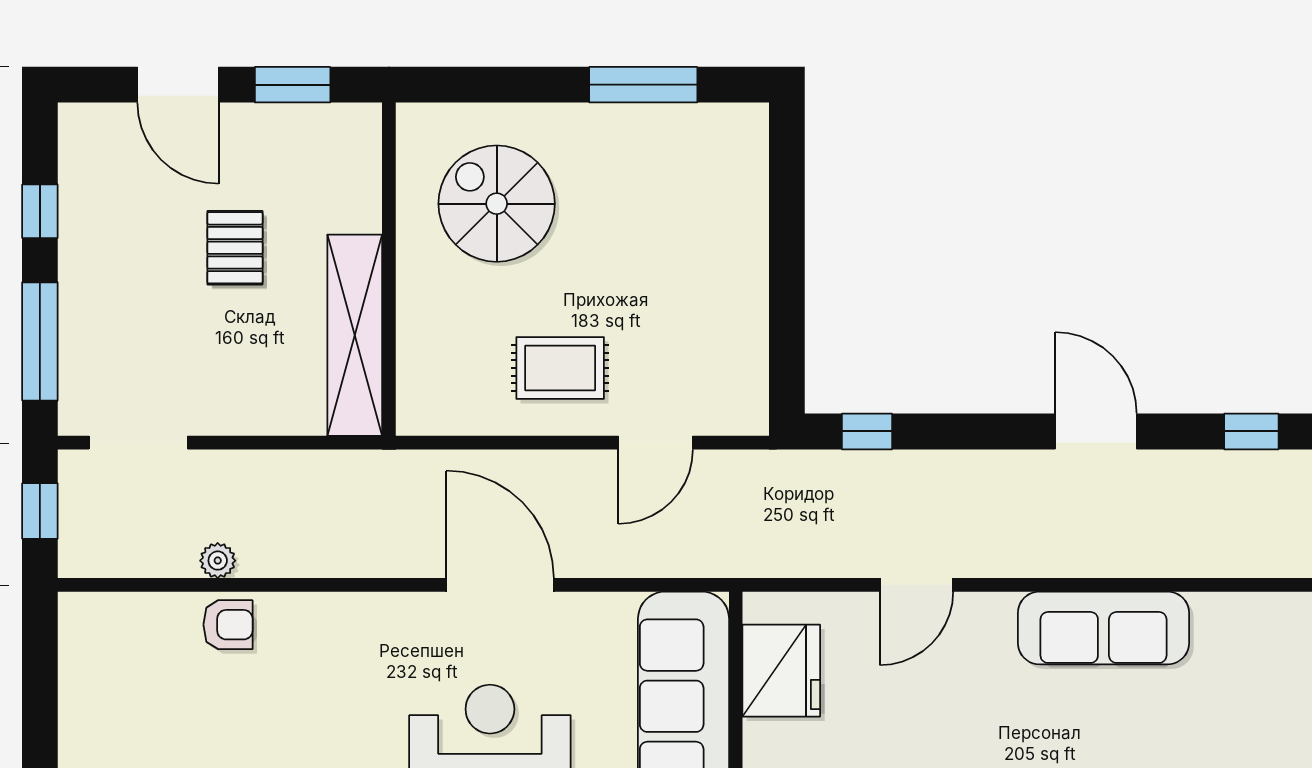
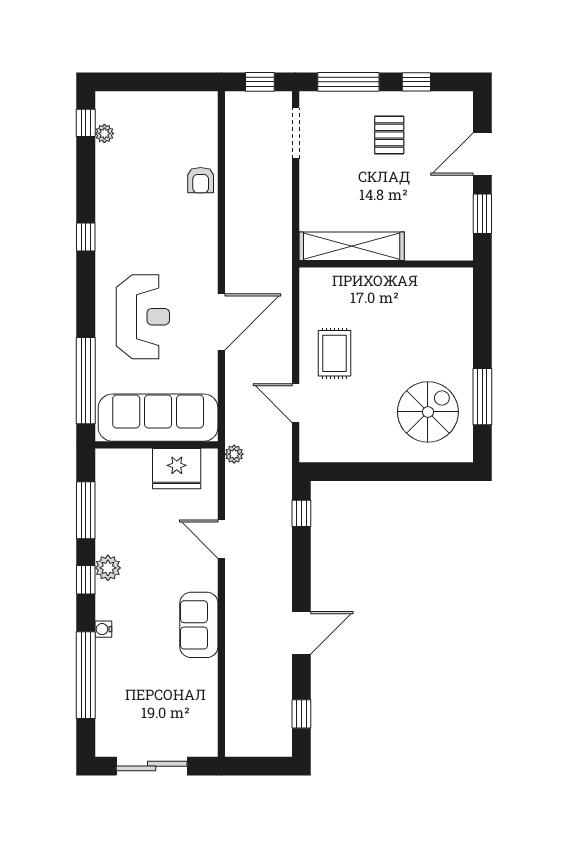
spiral stairs: (497, 204) -> (428, 412), moved
pallet: (235, 248) -> (389, 135), moved, turned 90
plant: (218, 561) -> (234, 454), moved
sofa: (1103, 628) -> (199, 625), width x0.73

